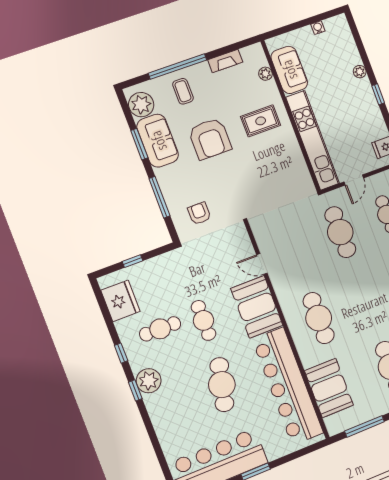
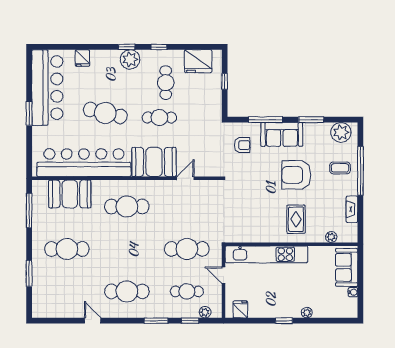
sofa: (289, 70) -> (347, 267), moved, turned 90
sofa: (158, 141) -> (282, 134), moved
fridge: (168, 436) -> (82, 58), added

